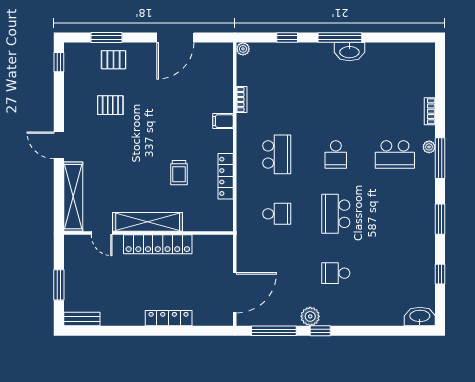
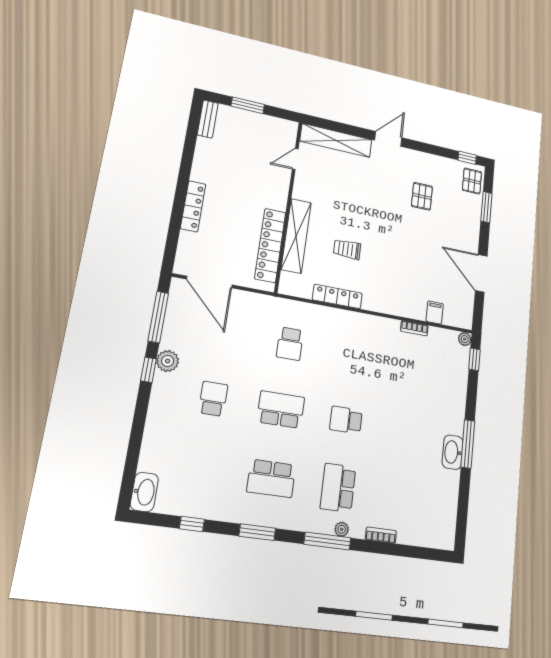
window: (287, 37) -> (474, 359), moved
pallet: (114, 60) -> (472, 181), moved
filing cabinet: (223, 121) -> (435, 313), moved
school desk: (277, 154) -> (271, 478), moved
shelving: (148, 222) -> (296, 236), moved
locker: (158, 244) -> (270, 245), moved

